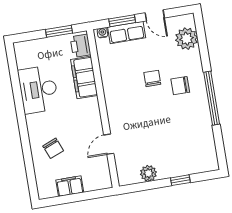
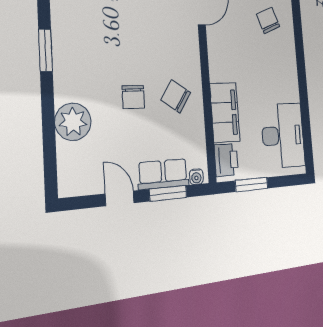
plant: (187, 39) -> (73, 122), moved
chair: (180, 86) -> (176, 96), moved, turned -146
desk: (38, 89) -> (283, 135), moved
window: (212, 98) -> (45, 50), width x0.47

